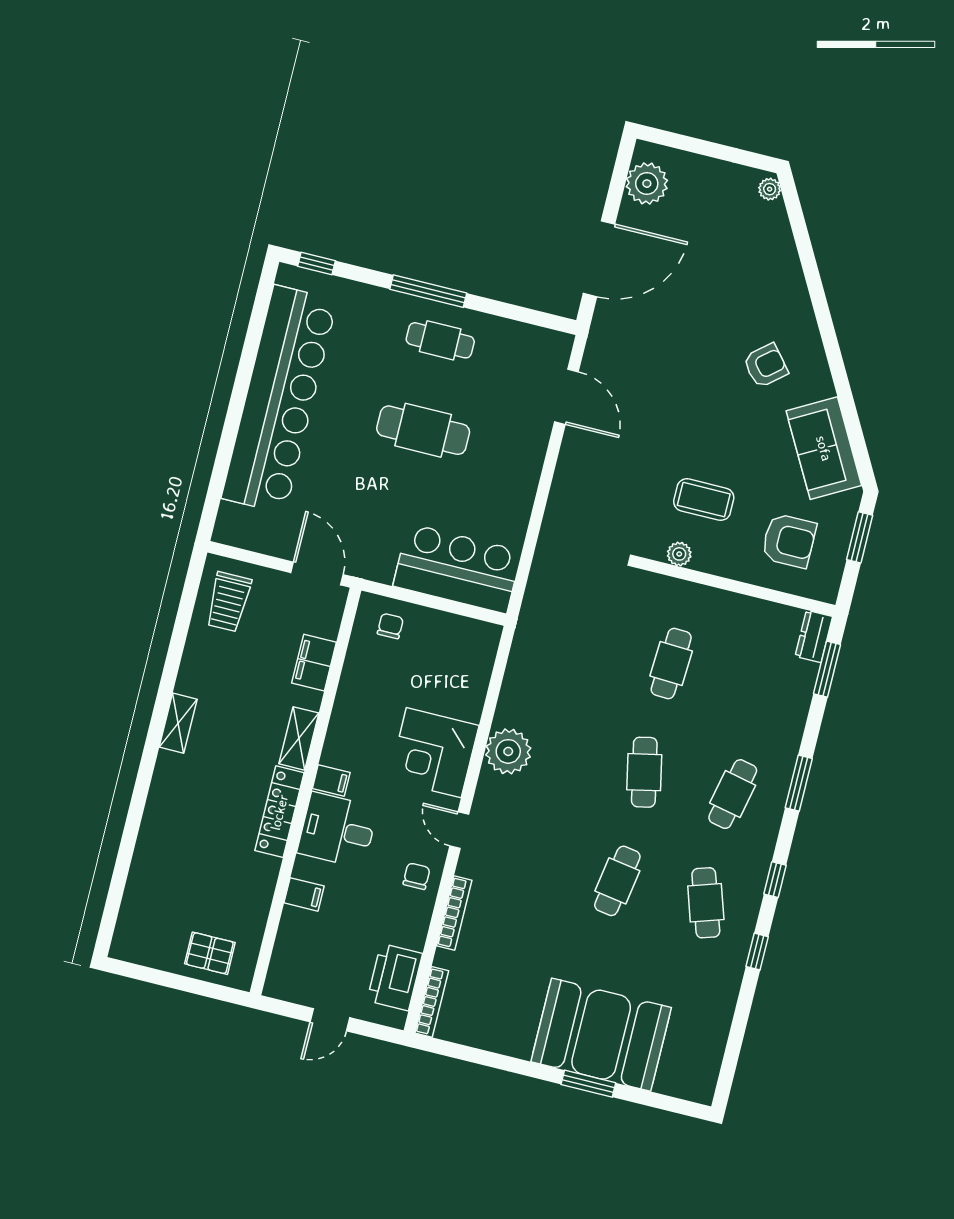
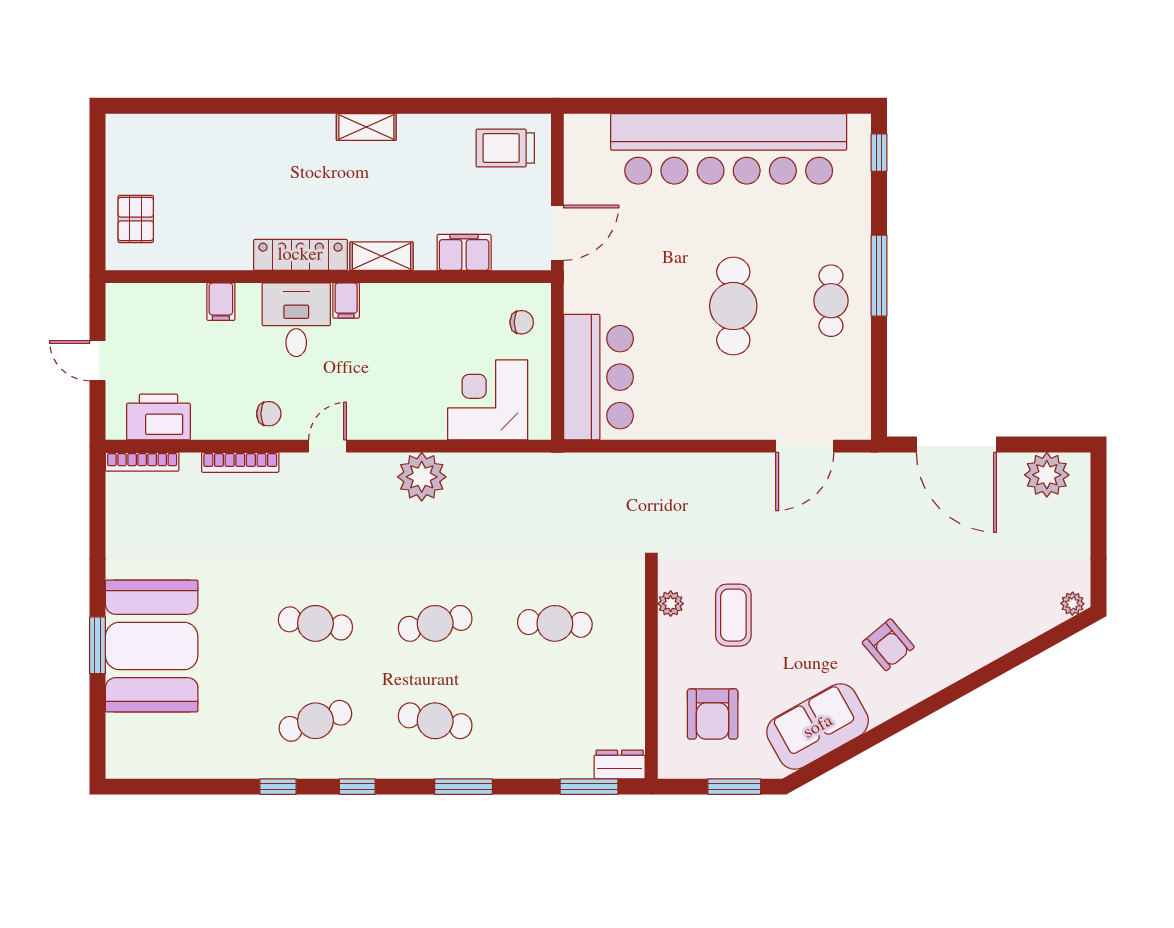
corner desk: (434, 753) -> (488, 400), moved

